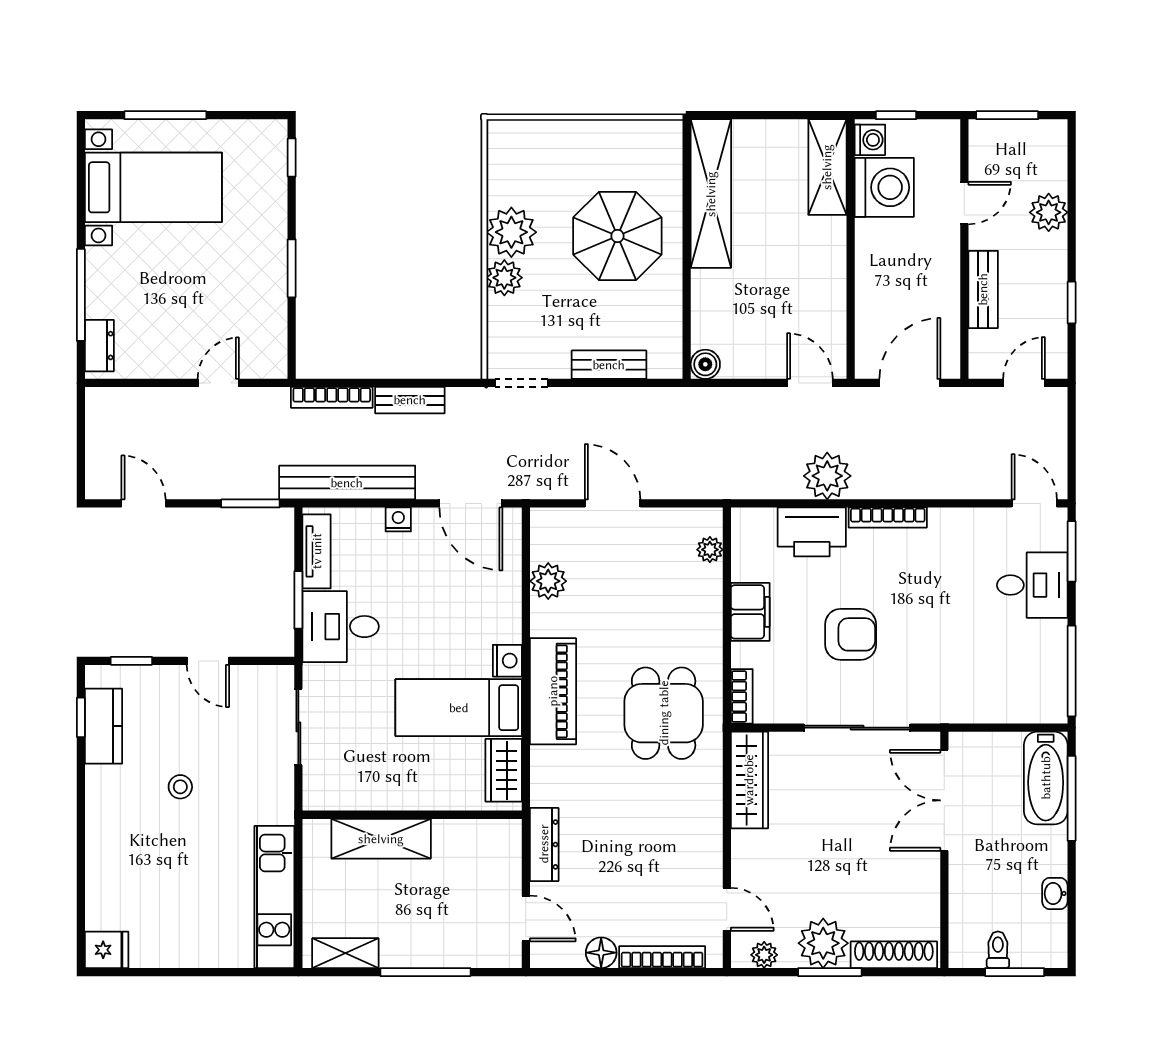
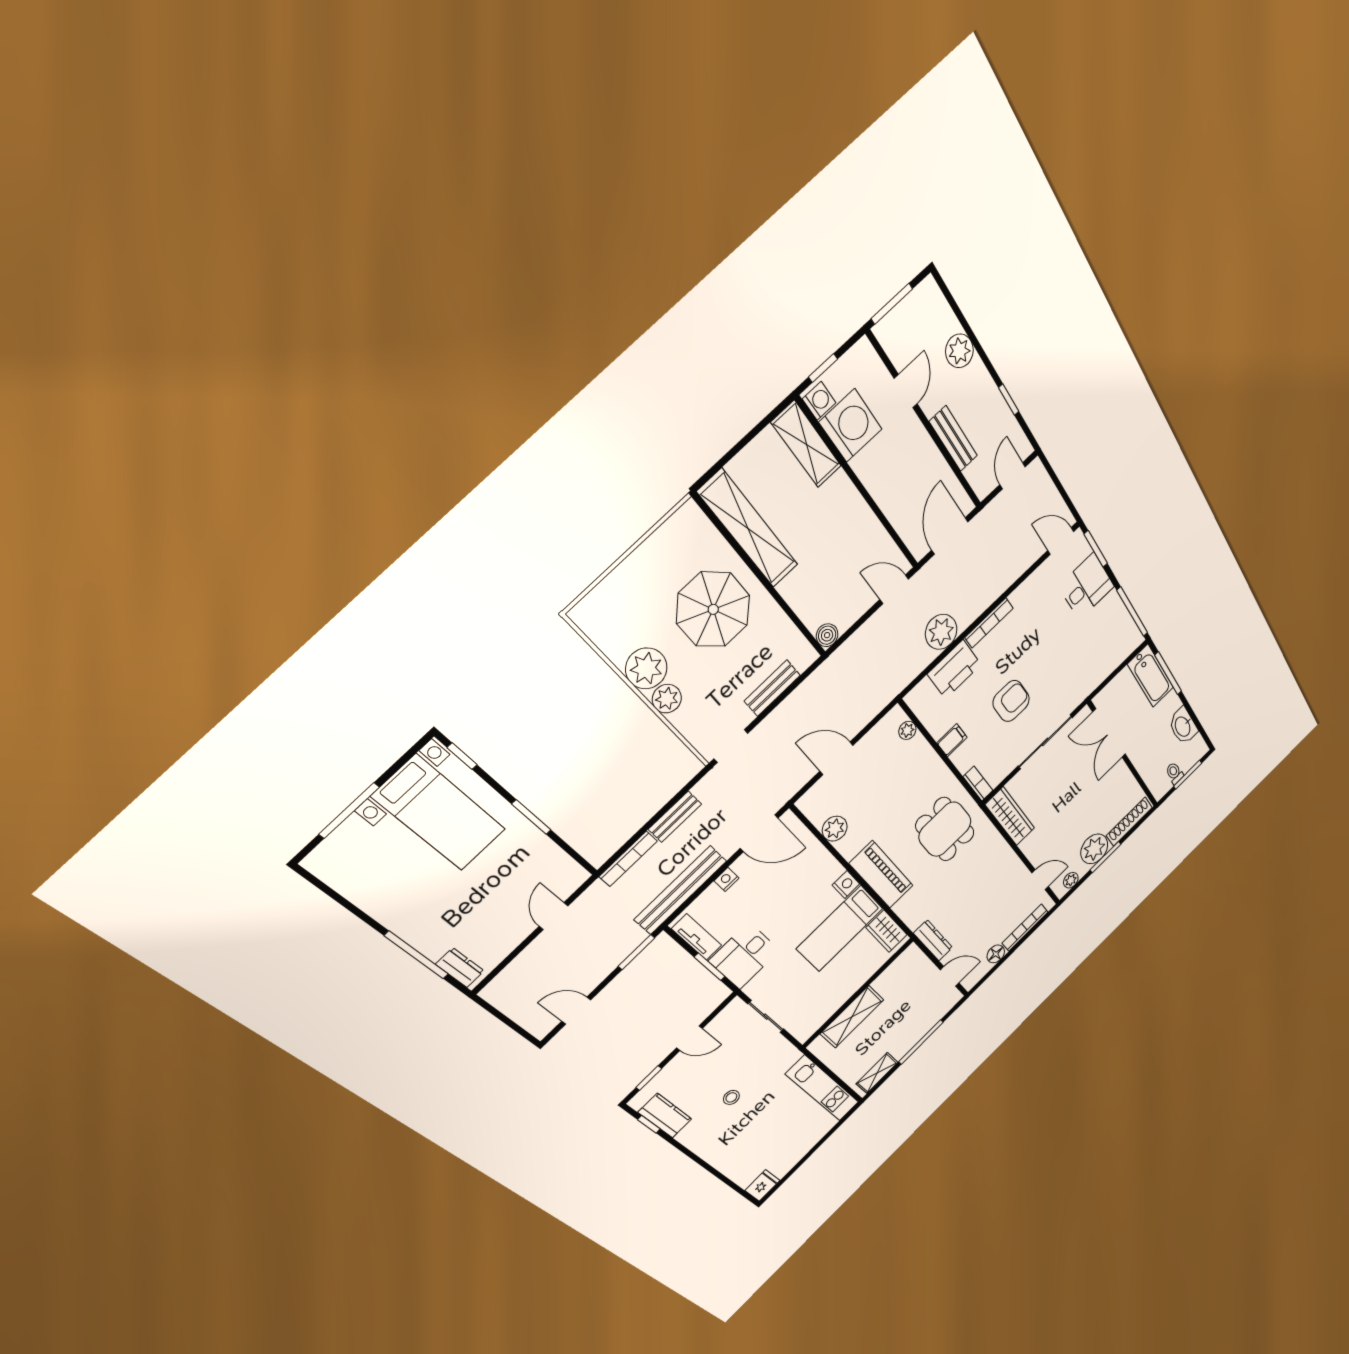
bed with nightstands: (153, 187) -> (439, 813), moved, turned 90
filing cabinet: (750, 612) -> (952, 740), width x0.50
washbasin: (1055, 893) -> (1183, 726), width x1.91, depth x1.45

